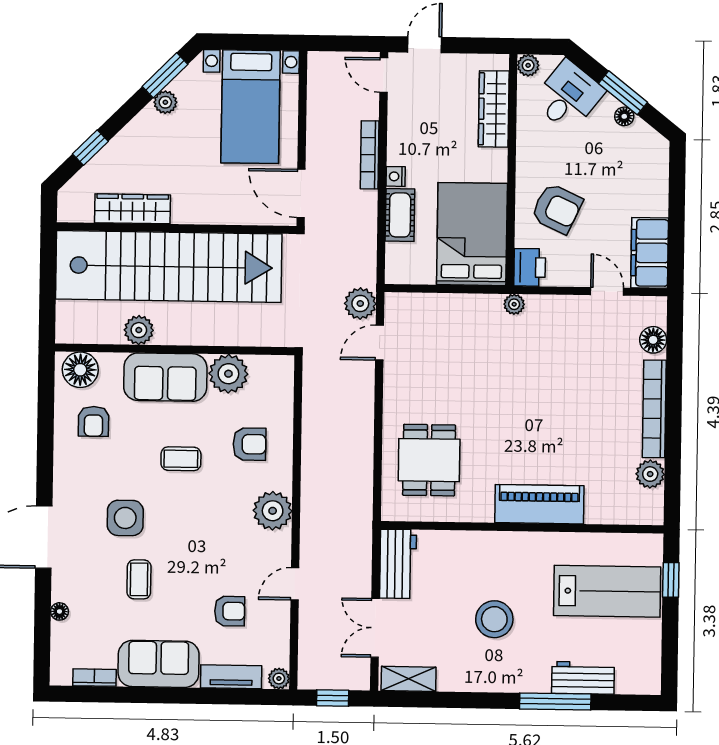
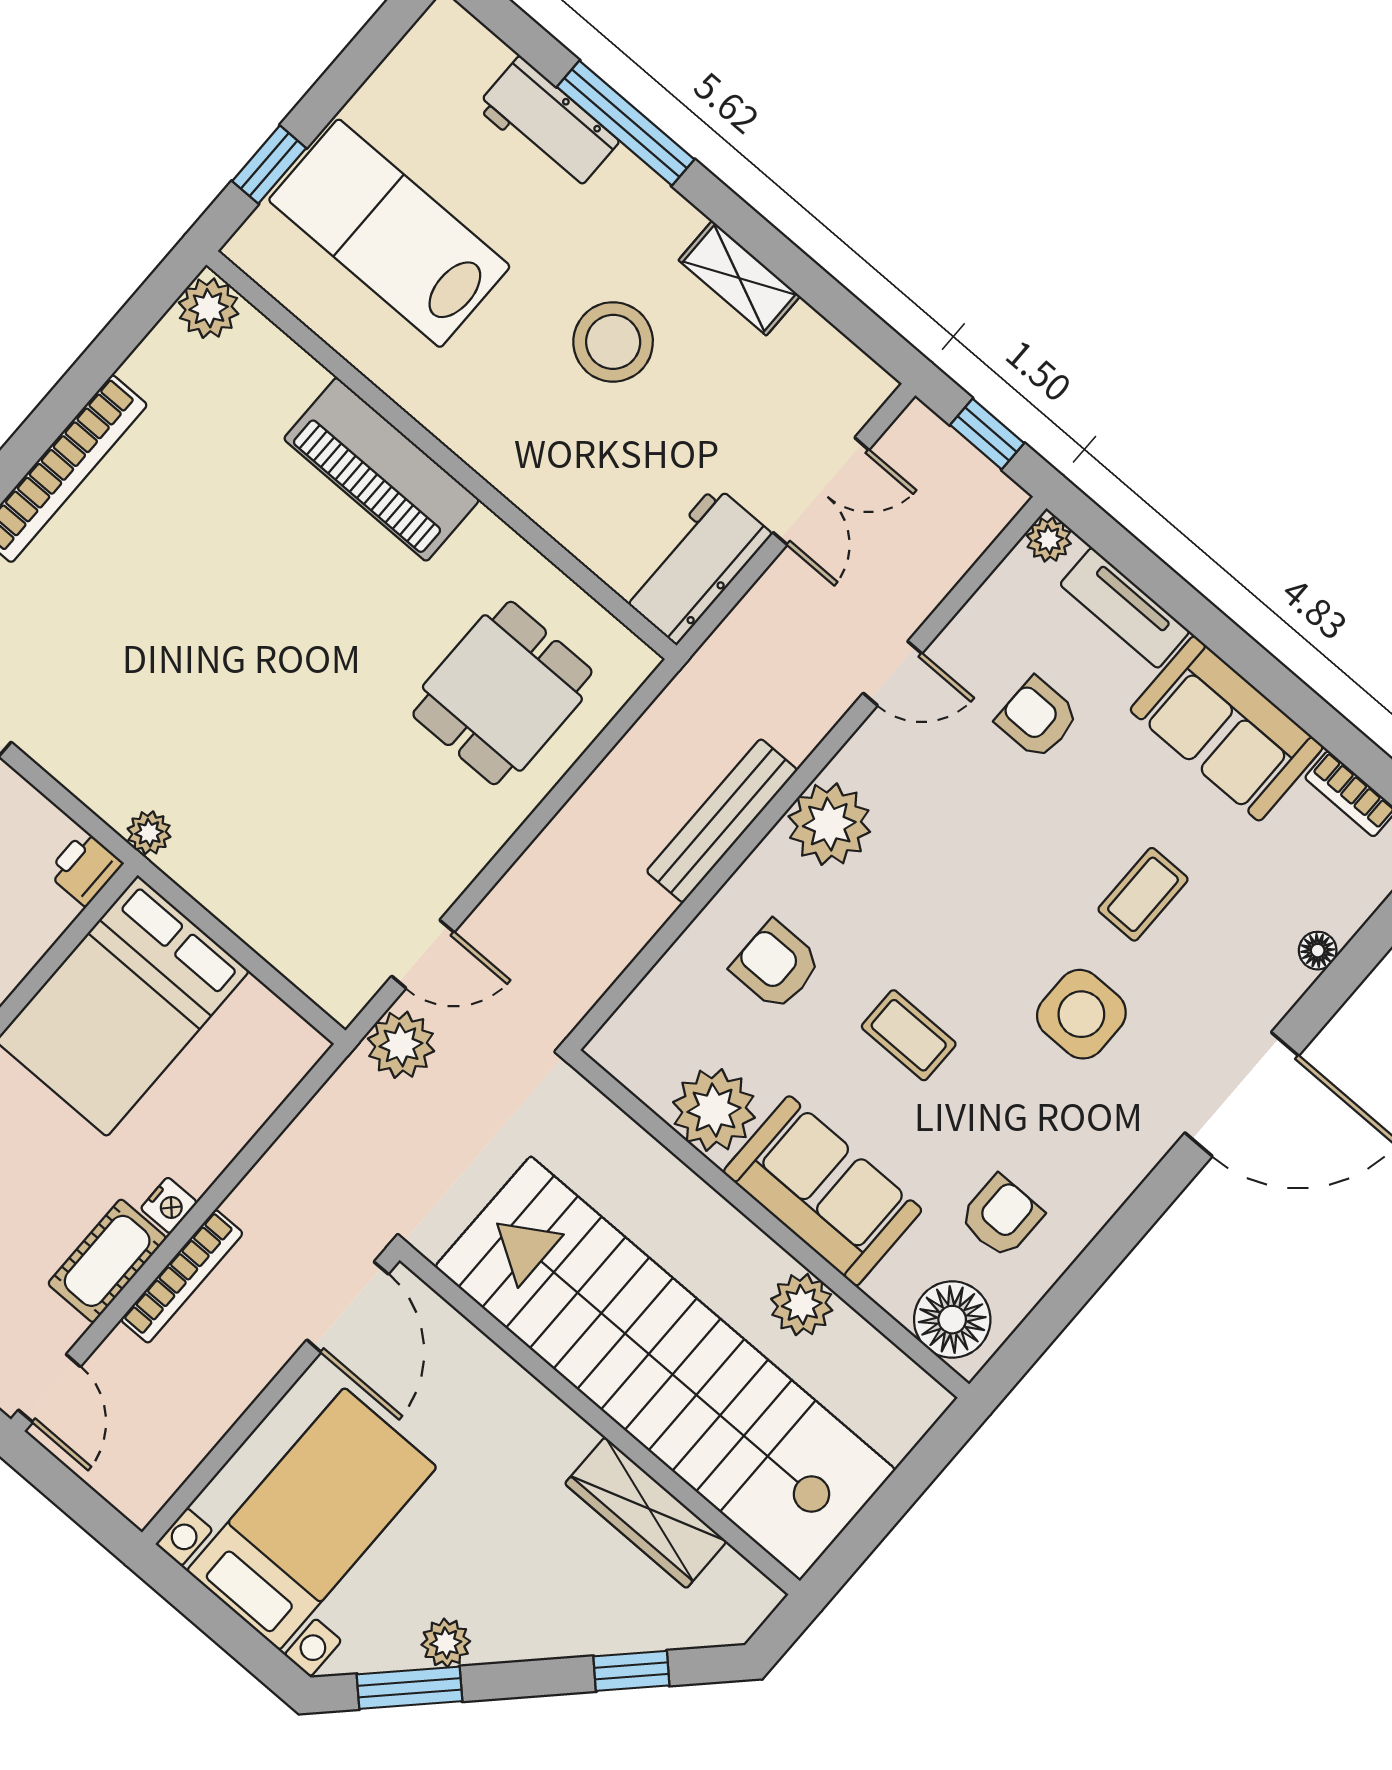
cot: (400, 215) -> (107, 1261), moved
printer: (530, 267) -> (85, 868), width x0.73, depth x0.81
plant: (650, 474) -> (209, 308), moved
bench: (312, 480) -> (722, 821), added
shelving: (409, 679) -> (739, 278), moved

